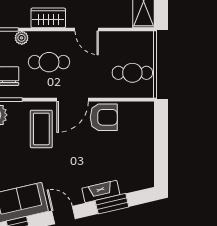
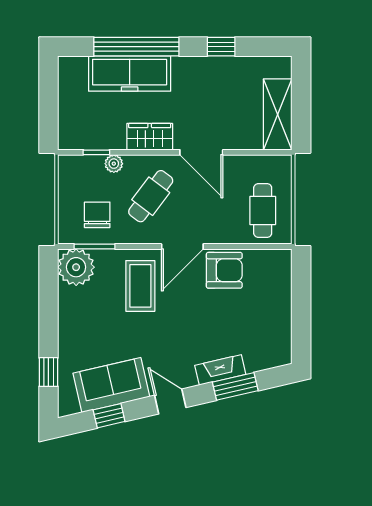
door: (87, 29) -> (201, 152), width x1.38
cafe table: (49, 62) -> (151, 196), turned -53
cafe table: (132, 73) -> (263, 211), turned 90

